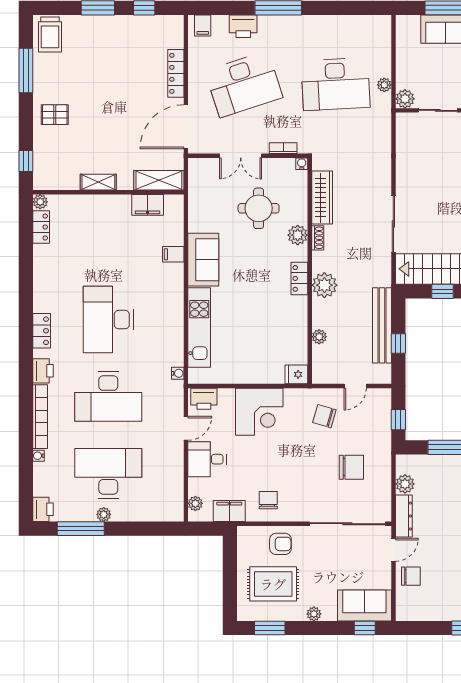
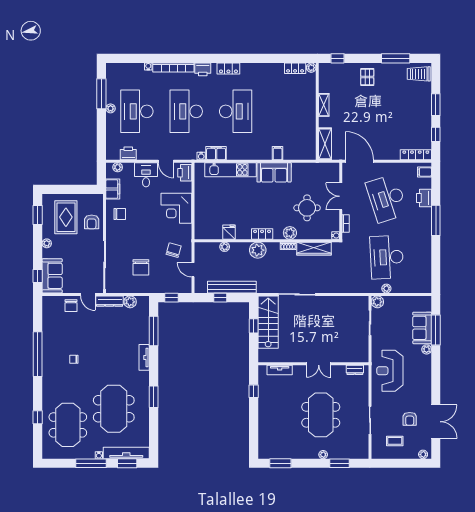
locker: (176, 73) -> (416, 155), moved
filing cabinet: (148, 205) -> (216, 153), moved, turned 90
desk: (108, 320) -> (236, 111), turned 90
fridge: (296, 374) -> (229, 232), moved
desk: (108, 473) -> (137, 111), turned 180
printer: (43, 509) -> (128, 153), moved, turned 180

